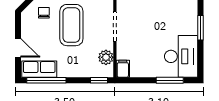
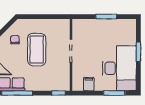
desk: (181, 56) -> (119, 68), width x1.36, depth x1.30
plant: (106, 57) -> (64, 75), removed
filing cabinet: (123, 69) -> (89, 84), moved

